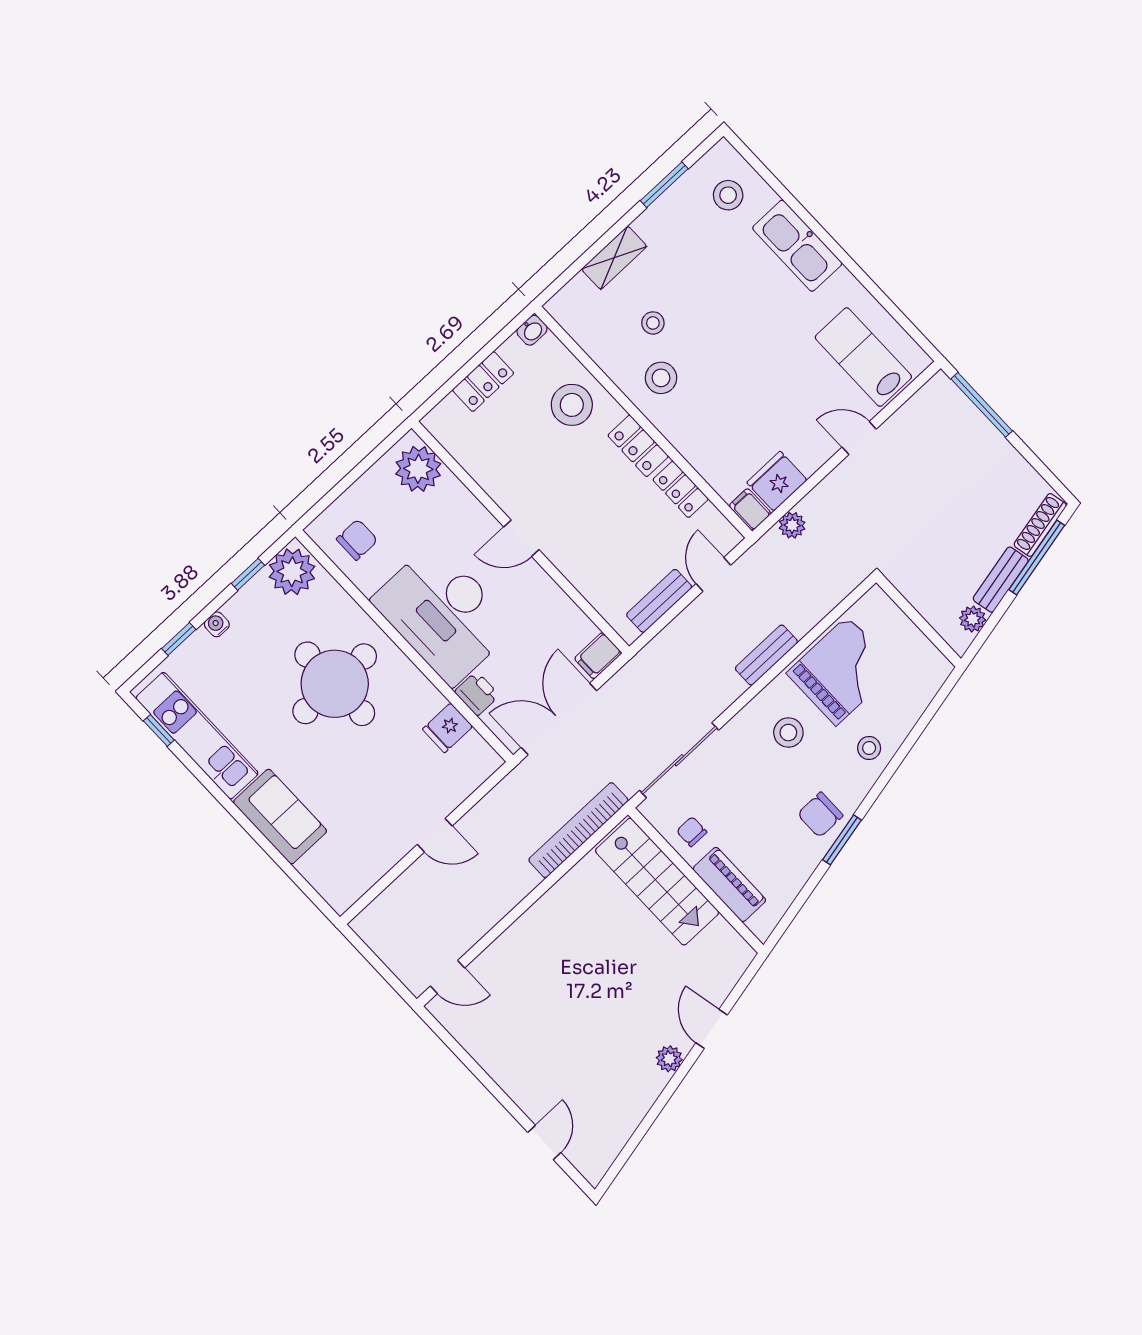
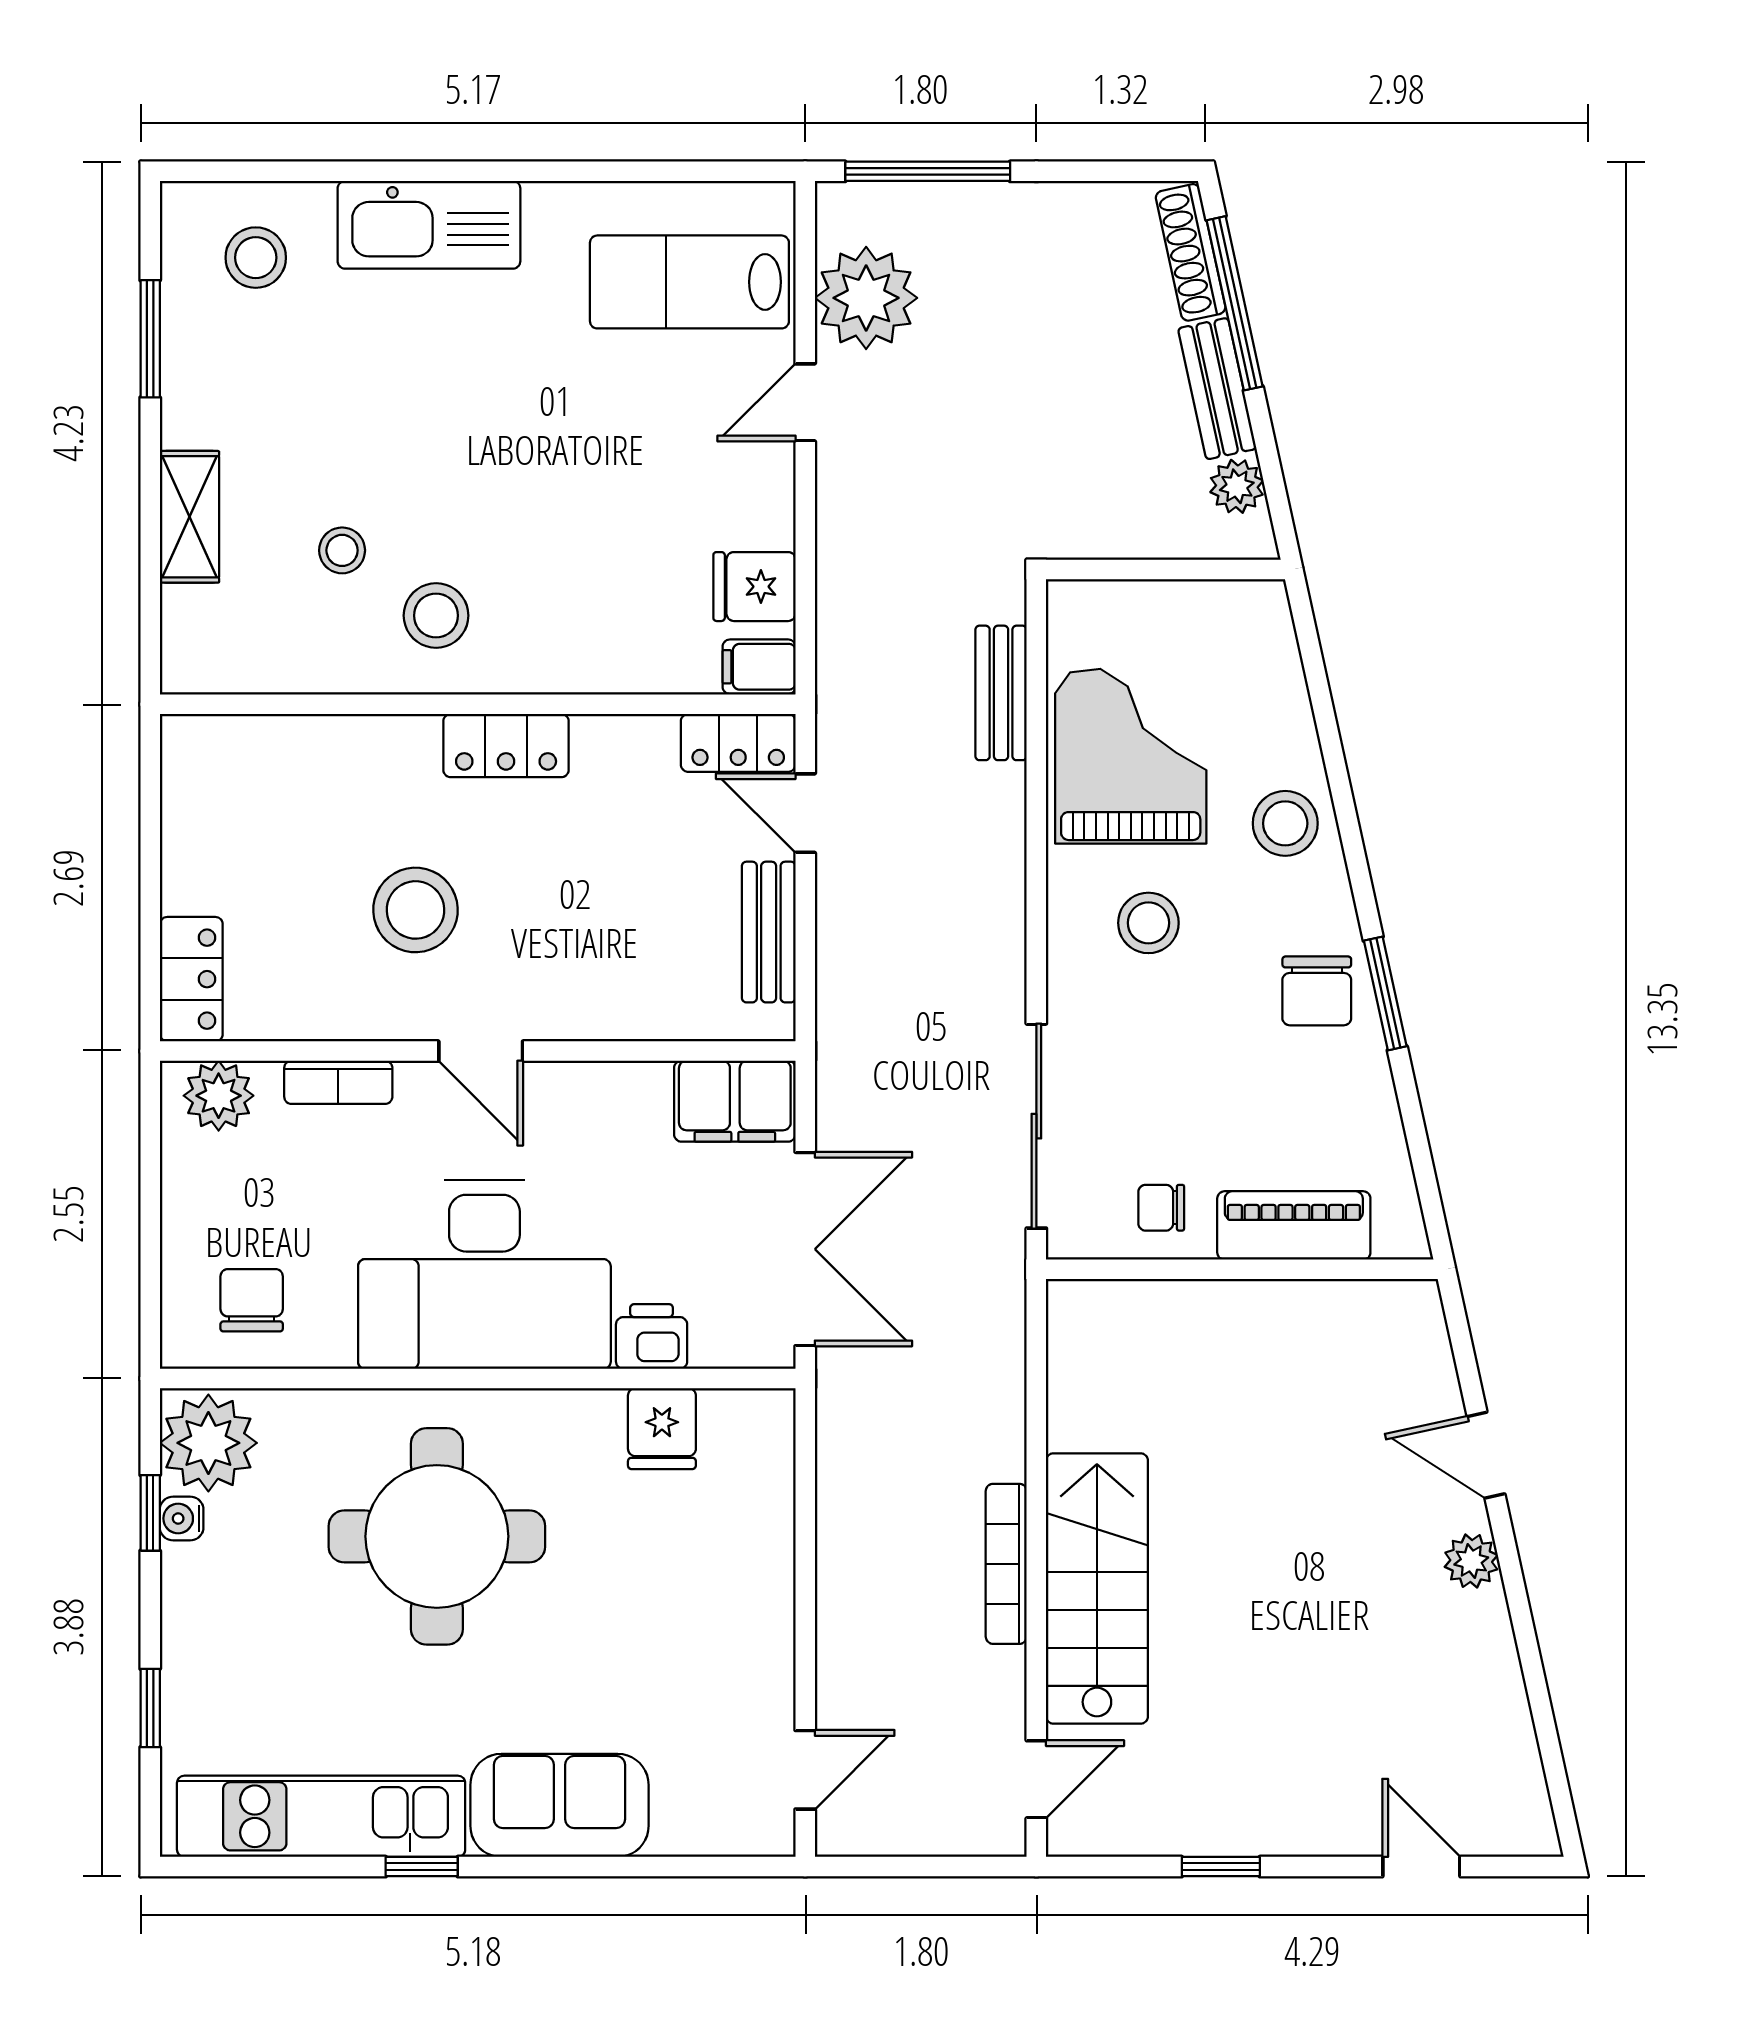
washbasin: (532, 330) -> (183, 742), removed
locker: (483, 382) -> (191, 979), moved
stool: (572, 405) -> (416, 910), moved
plant: (418, 469) -> (219, 1096), width x0.73, depth x0.73
fridge: (777, 481) -> (754, 587), width x0.72
locker: (681, 489) -> (738, 743), moved
bookcase: (463, 498) -> (338, 1082), added
plant: (792, 525) -> (866, 298), moved, width x1.88, depth x1.88
door: (521, 538) -> (481, 1051), hinge flipped
water cooler: (217, 624) -> (182, 1518), moved
bench: (766, 655) -> (1001, 693), moved
filing cabinet: (598, 656) -> (735, 1101), width x2.00
double door: (559, 719) -> (805, 1249), swing flipped
window: (159, 731) -> (422, 1867), moved
stool: (869, 748) -> (1285, 823), width x1.37, depth x1.37
bookcase: (578, 830) -> (1006, 1564), moved, width x0.68, depth x0.76
door: (435, 835) -> (805, 1770), moved
stairs: (657, 882) -> (1097, 1588), moved, turned -90
window: (478, 1071) -> (1221, 1867), added

